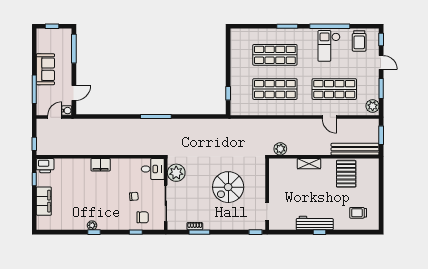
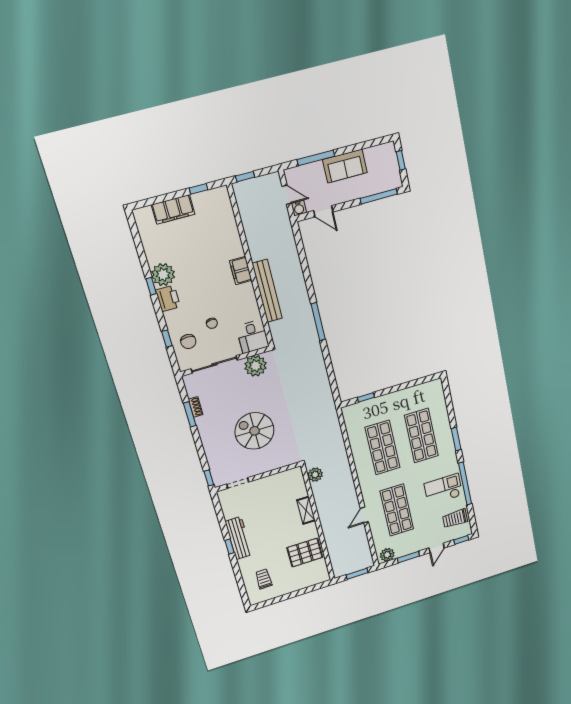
bench: (355, 149) -> (267, 291), moved
printer: (45, 166) -> (168, 298), moved, turned 180
plant: (92, 225) -> (163, 275), width x1.87, depth x1.87

